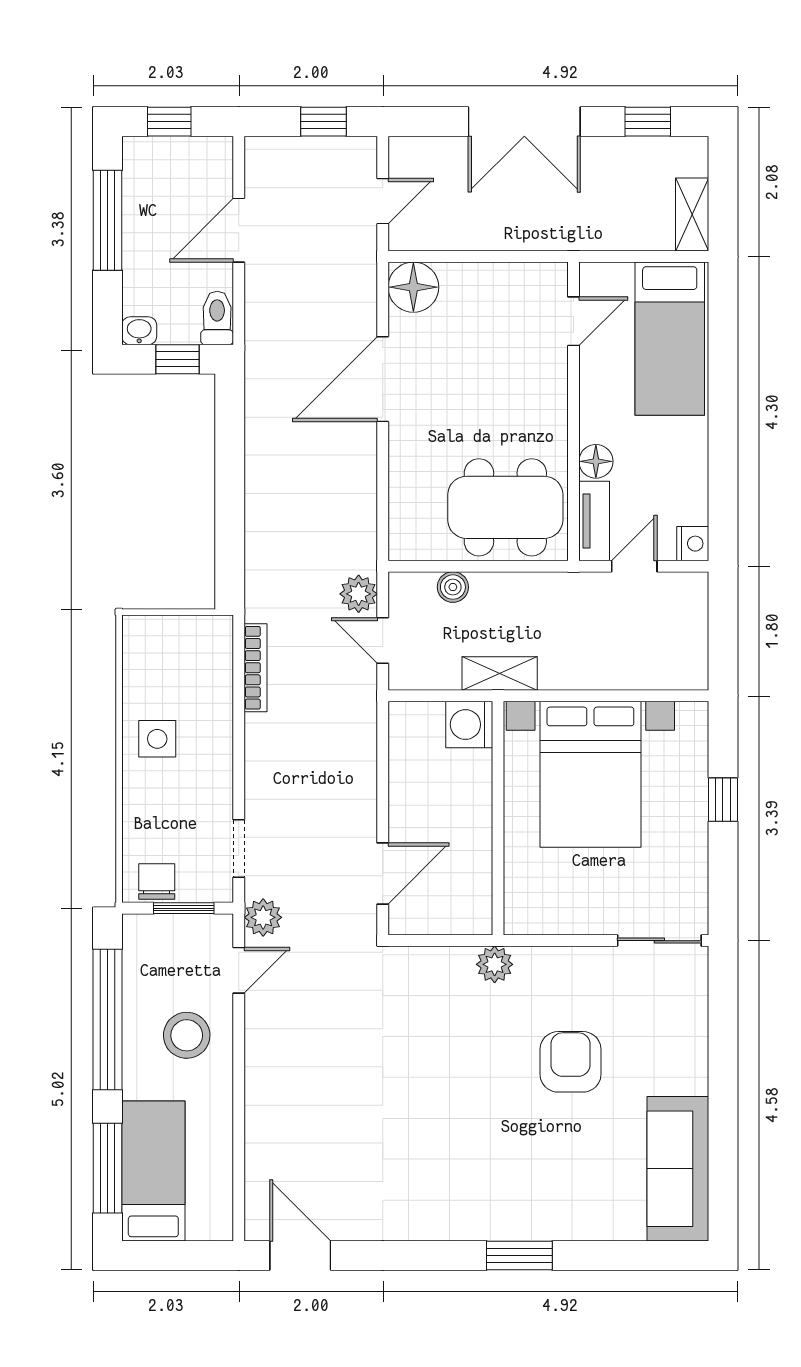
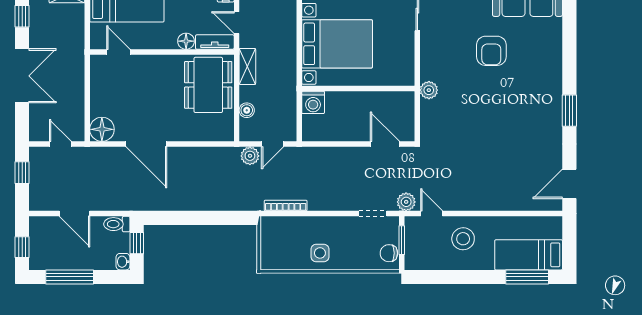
shelving: (500, 673) -> (247, 66), moved
window: (107, 1019) -> (455, 277), removed
armchair: (570, 1062) -> (491, 51), moved, turned -90
window: (519, 1255) -> (569, 111), moved

